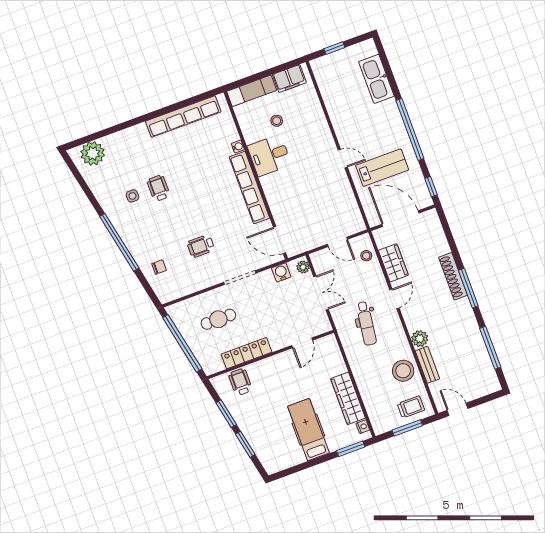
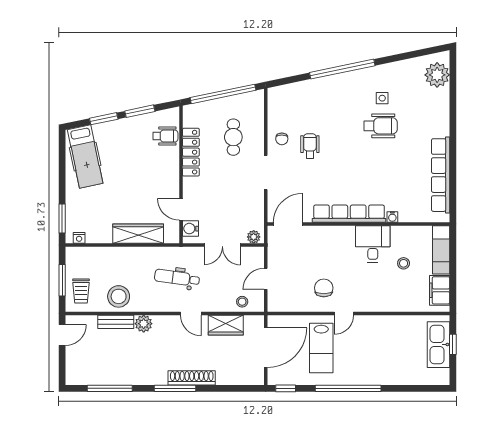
kitchen sink: (376, 79) -> (439, 345), moved, turned -90
chair: (326, 186) -> (324, 288), added
wheelchair: (158, 188) -> (380, 126), width x1.36, depth x1.37
chair: (159, 267) -> (282, 139), moved
water cooler: (281, 272) -> (191, 229), moved, turned 180
wardrobe: (348, 398) -> (138, 234), moved
hospital bed: (308, 430) -> (85, 157), moved, turned 78

